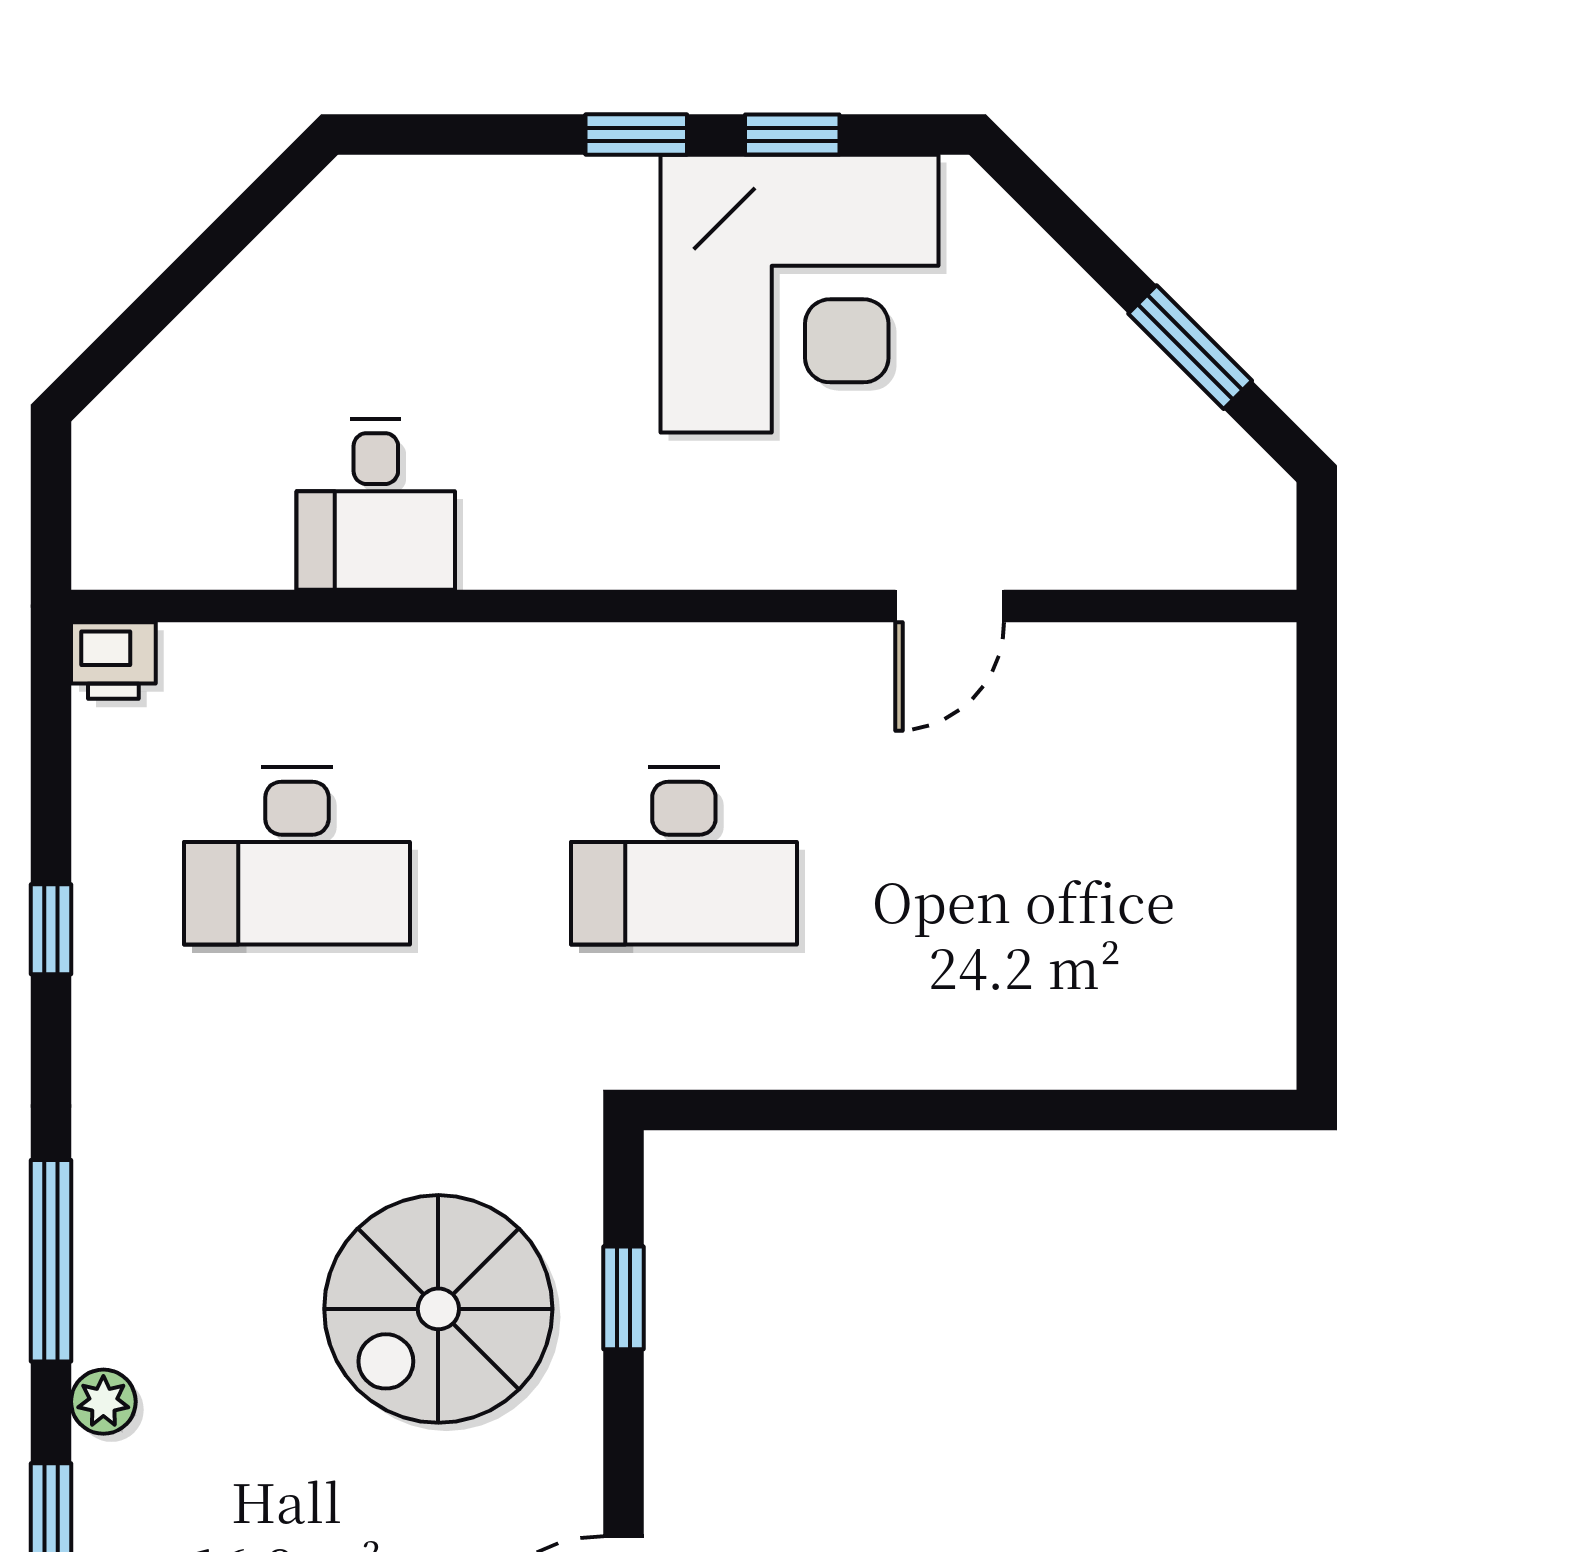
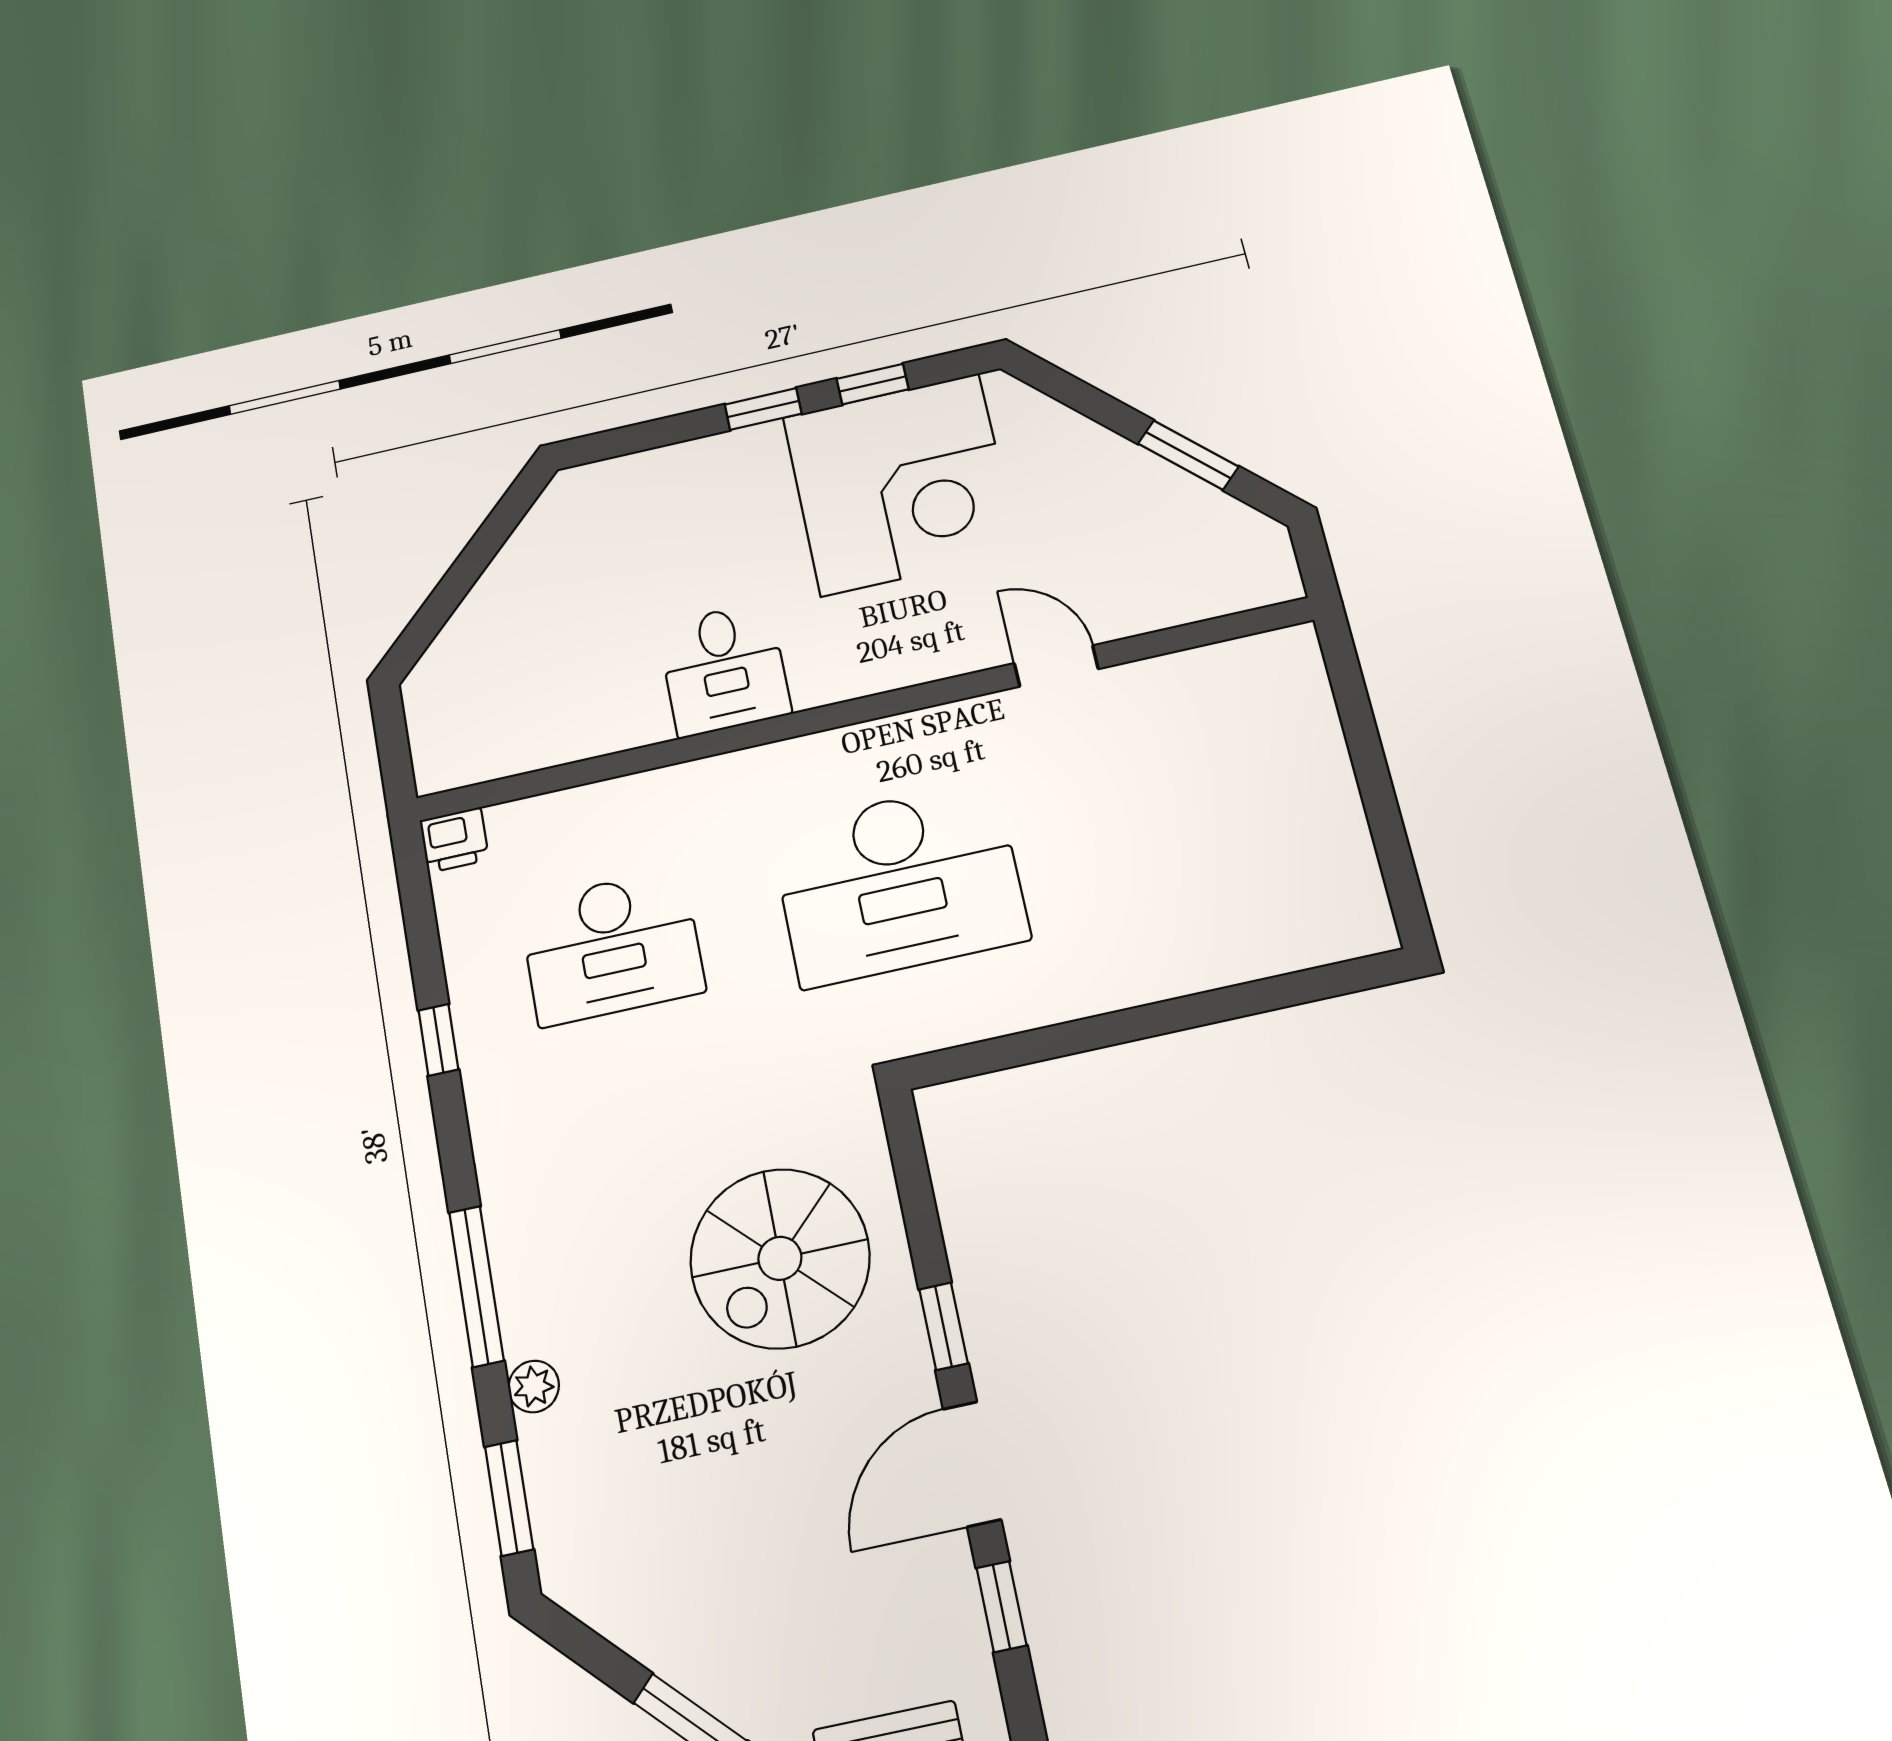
desk: (376, 505) -> (724, 669), moved
door: (950, 606) -> (1056, 666), swing flipped
desk: (684, 856) -> (899, 883), width x1.36, depth x1.30
window: (623, 1298) -> (944, 1326), moved

